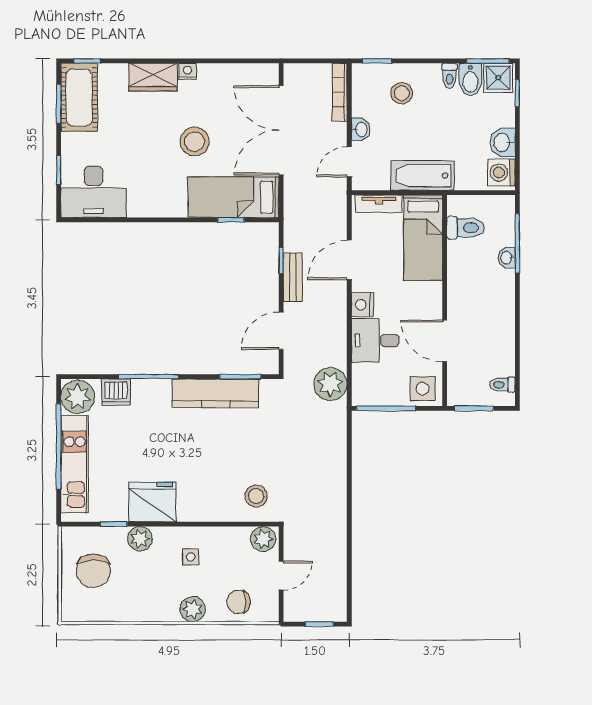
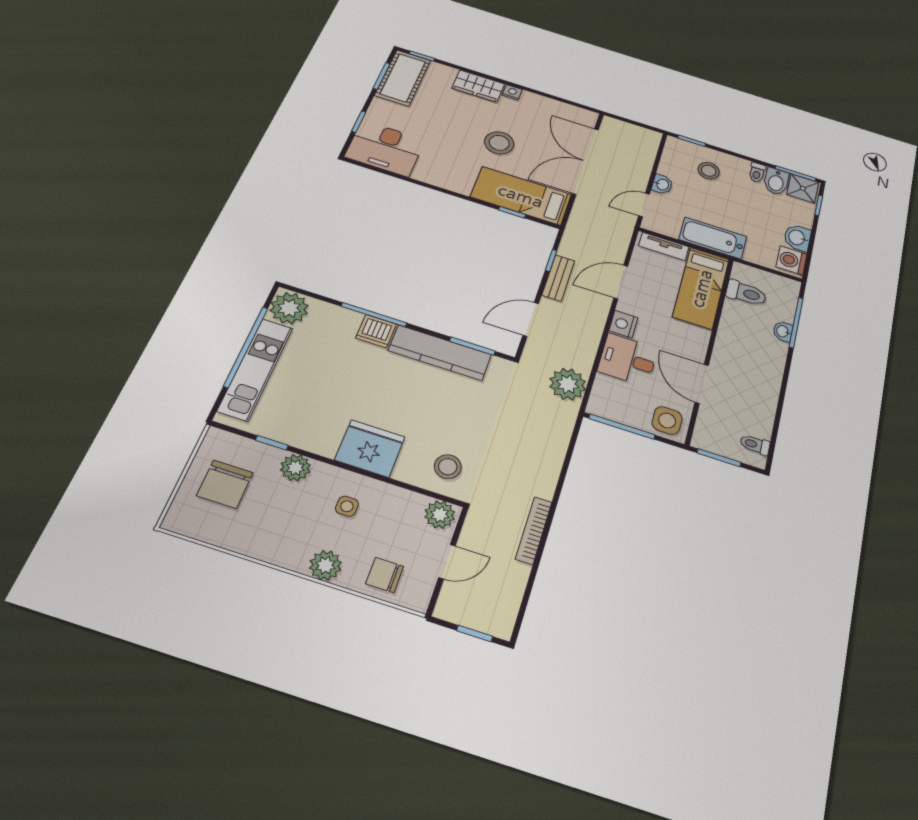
bookcase: (340, 92) -> (534, 530), moved
dishwasher: (116, 392) -> (376, 331), moved
fridge: (152, 502) -> (370, 448), moved

